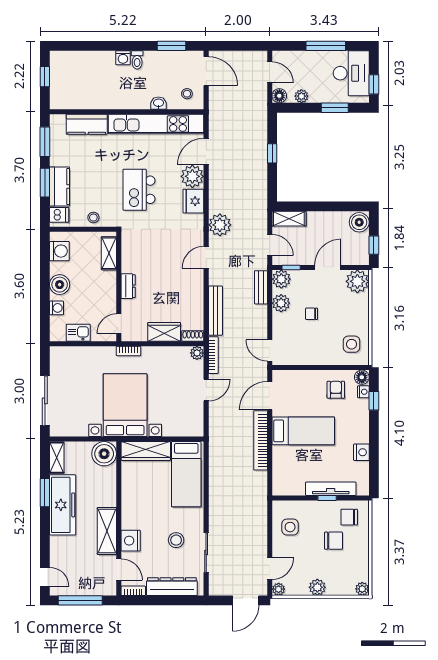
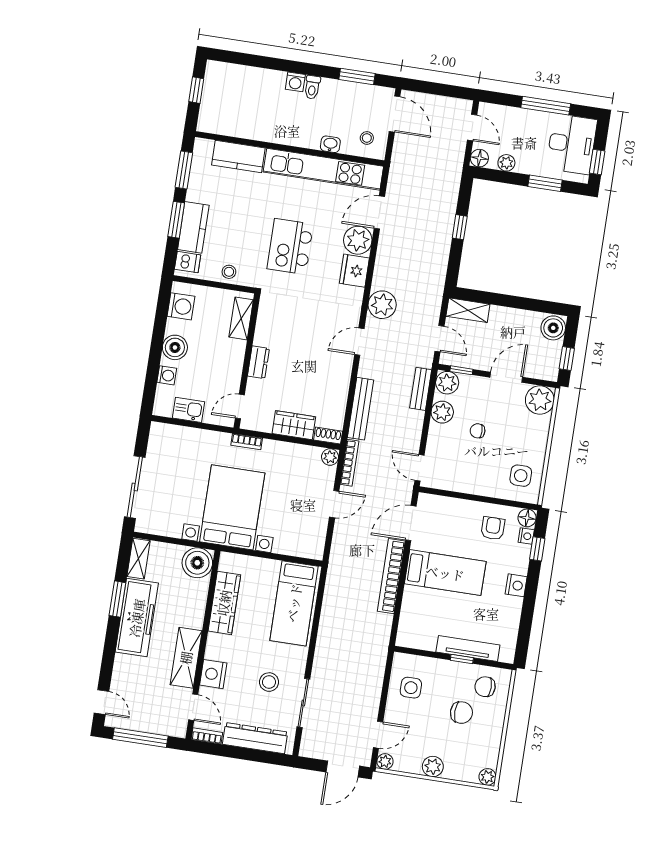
wardrobe: (146, 451) -> (224, 603), moved, turned -90
nightstand: (361, 452) -> (516, 585), moved

